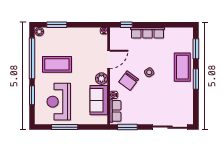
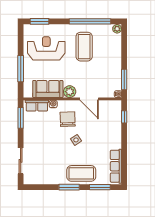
window: (57, 25) -> (124, 79), moved
row of seats: (147, 33) -> (116, 166), moved
chair: (129, 81) -> (68, 119), turned 52
window: (32, 95) -> (39, 21), moved
window: (65, 127) -> (21, 69), moved
sliding door: (170, 127) -> (21, 161), width x0.73

